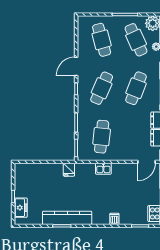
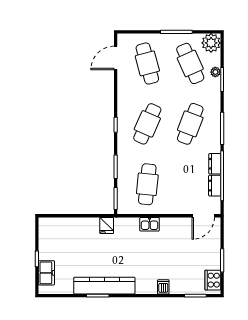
door: (76, 66) -> (116, 58), moved

